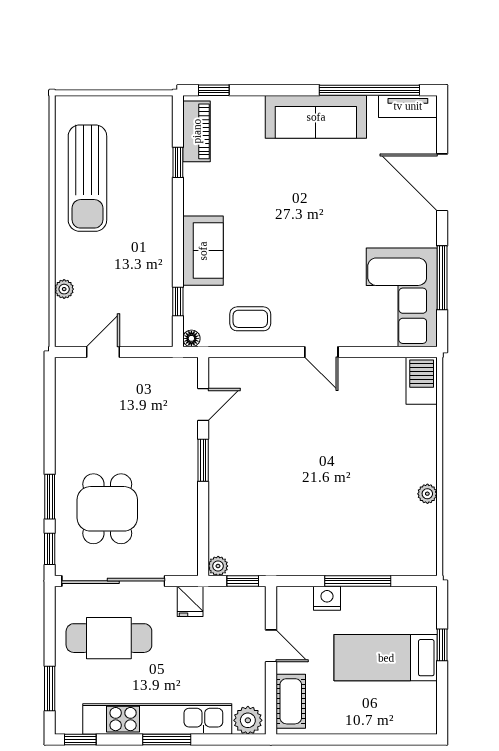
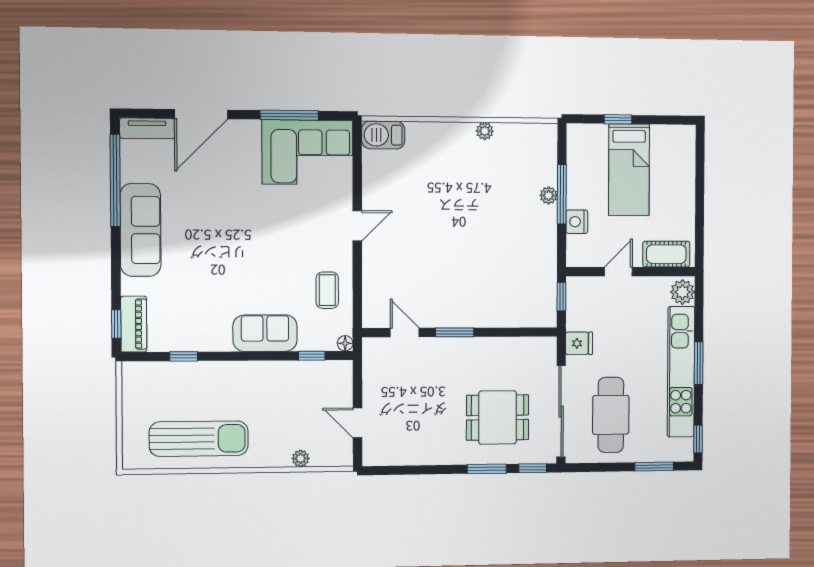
tv unit: (408, 106) -> (147, 128), moved, turned 90
piano: (197, 131) -> (134, 324), moved, turned 90
plant: (218, 566) -> (549, 195), moved

